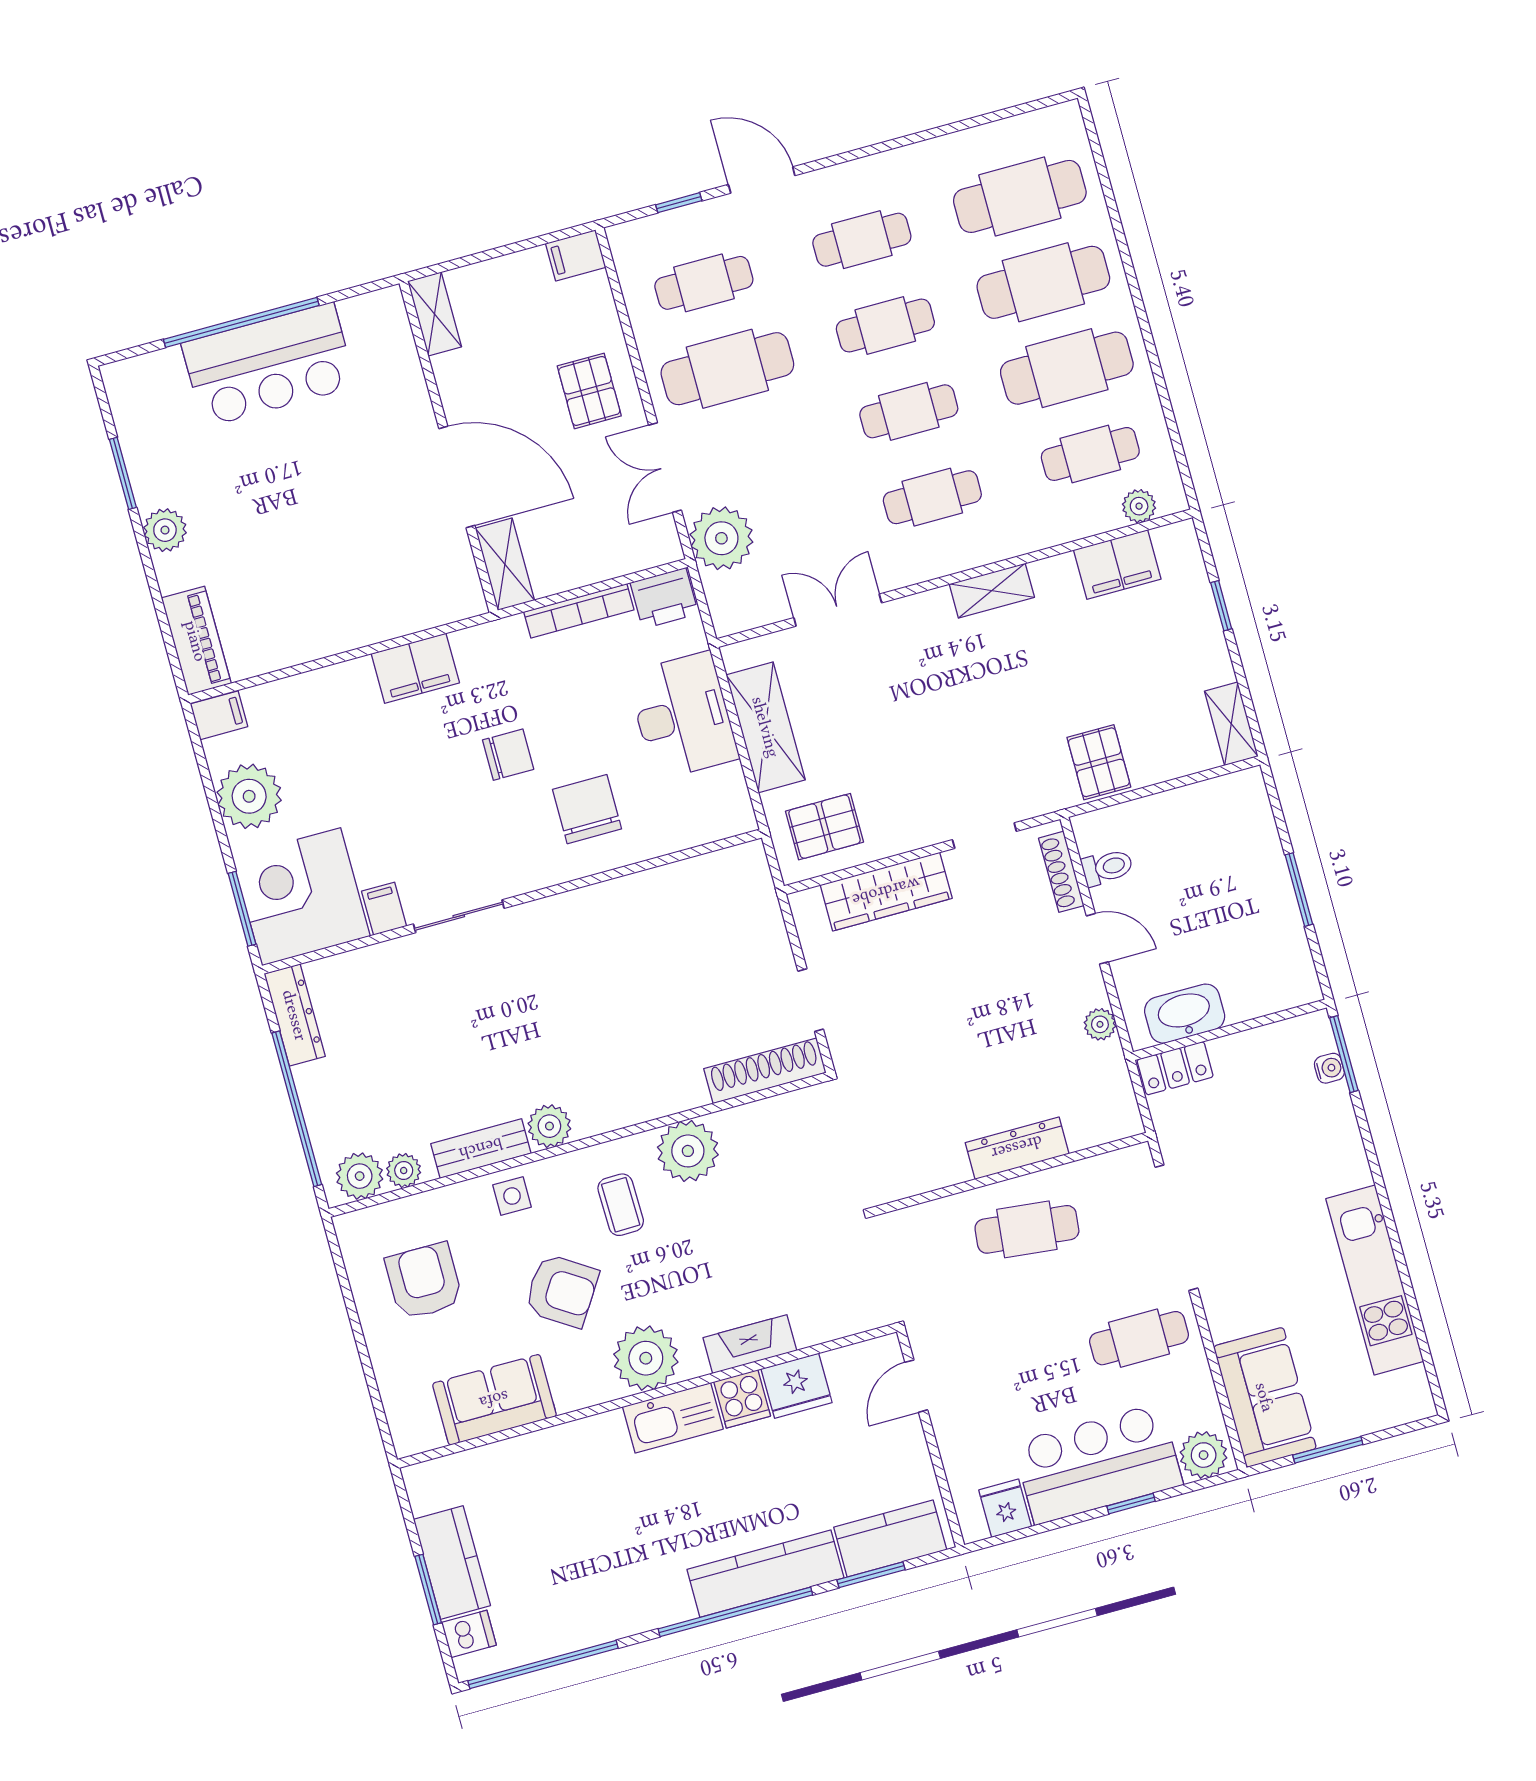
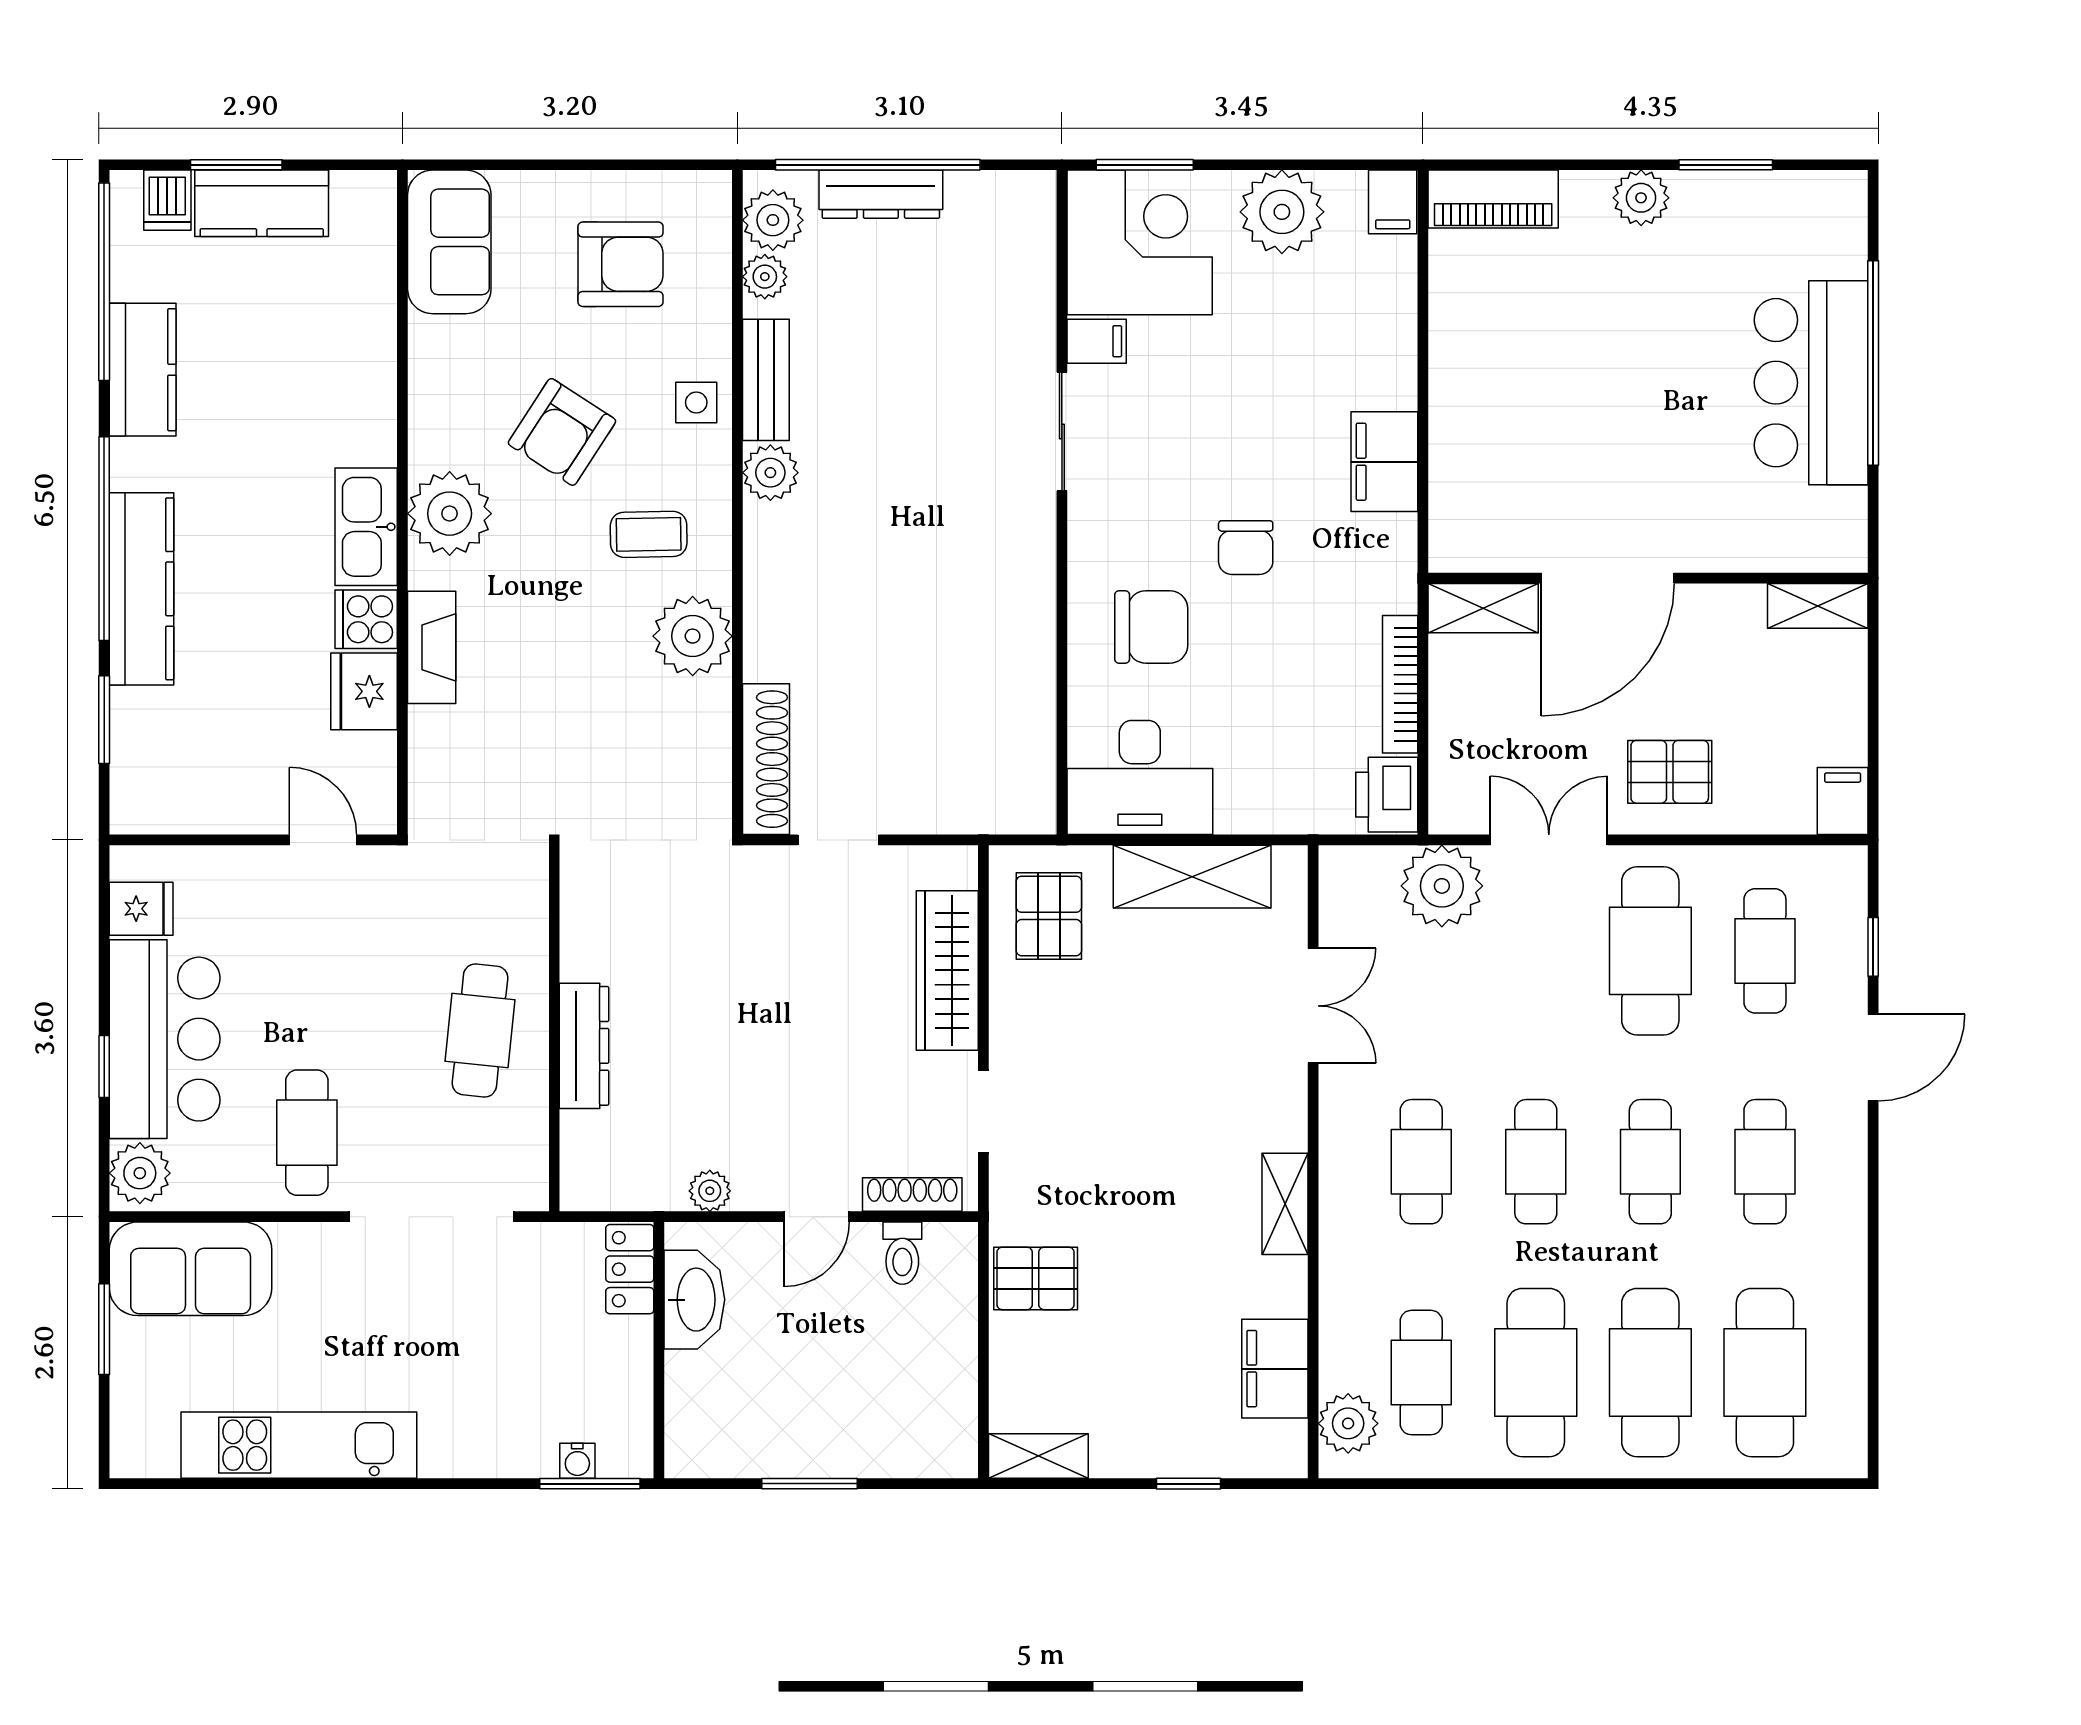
plant: (1139, 506) -> (1348, 1423), width x1.38, depth x1.38
desk: (683, 716) -> (1140, 777), moved
dresser: (295, 1015) -> (881, 194), moved
sofa: (494, 1400) -> (449, 242), moved
kitchen counter: (890, 1539) -> (143, 370), moved

